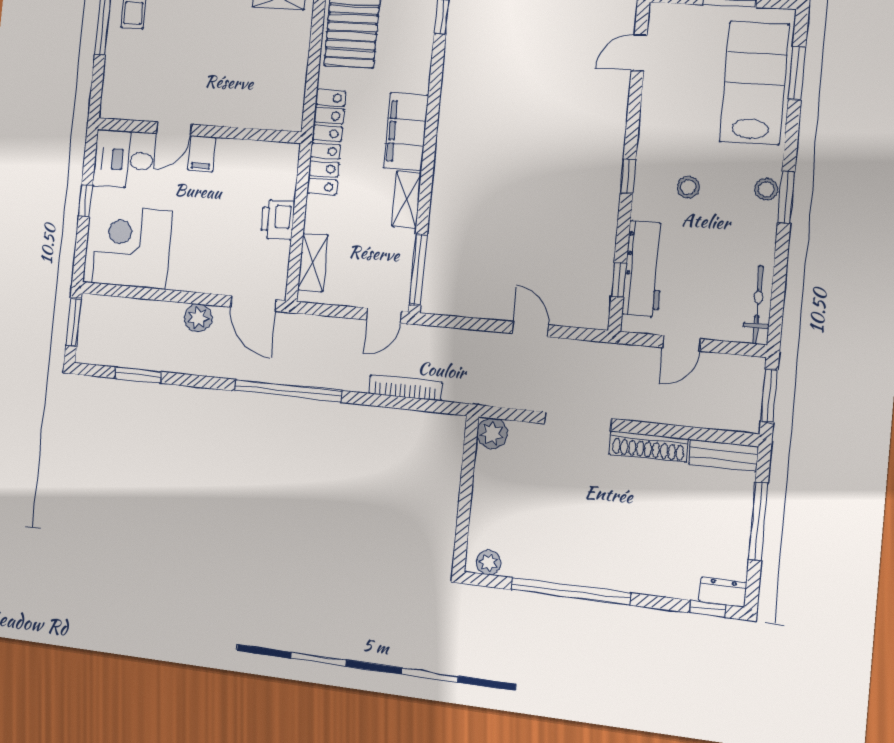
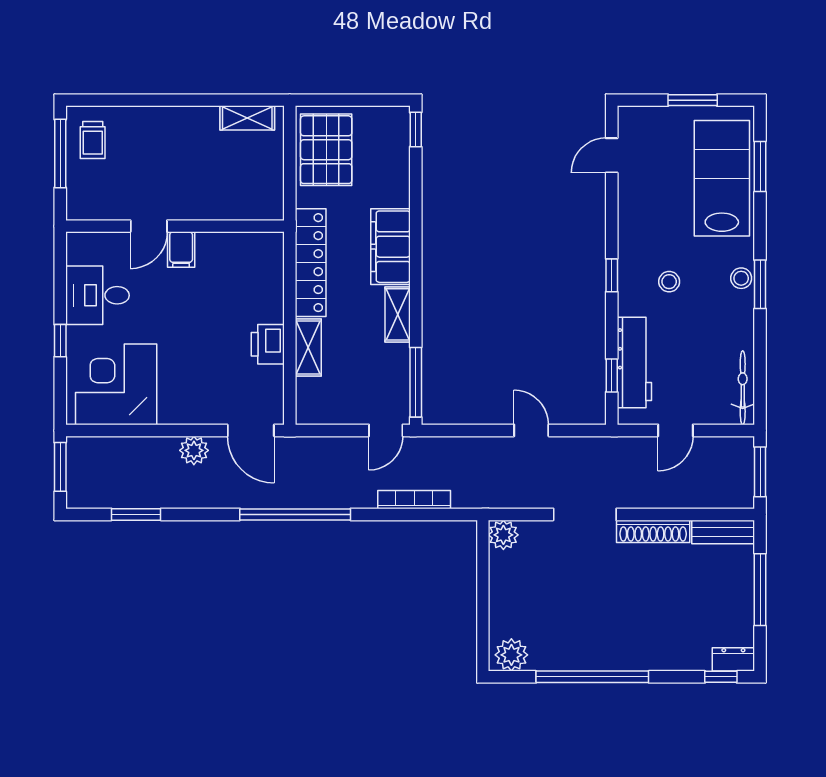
door: (174, 129) -> (149, 226), moved
wall: (198, 130) -> (175, 226), moved
filing cabinet: (202, 154) -> (181, 250), moved
shelving: (313, 262) -> (308, 347), moved
plant: (489, 563) -> (511, 655), width x1.38, depth x1.38

